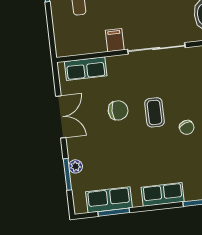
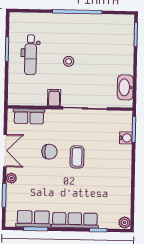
chair: (187, 127) -> (100, 172), removed
plant: (76, 166) -> (11, 178), moved
row of seats: (163, 194) -> (75, 220), width x1.48

